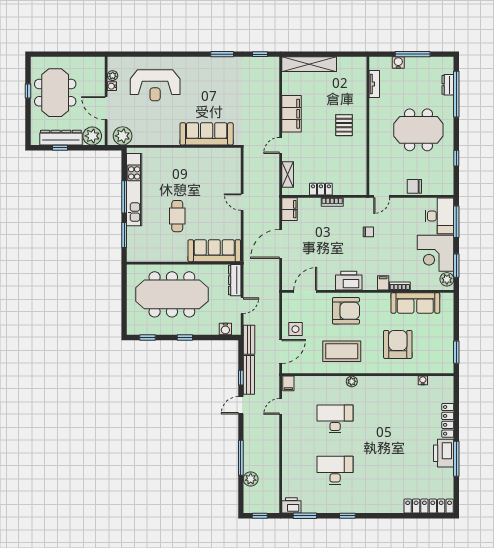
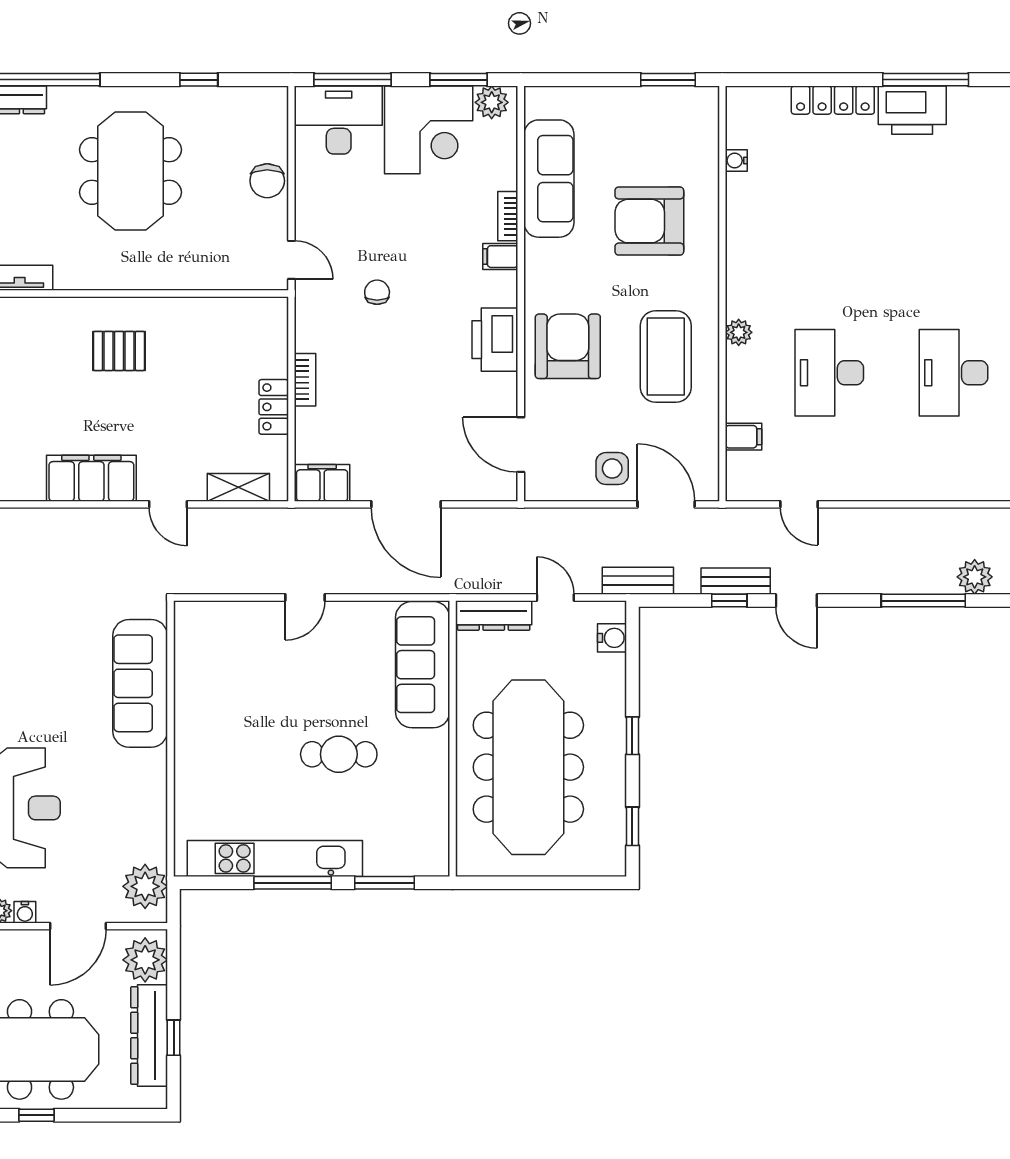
bench: (249, 375) -> (736, 581), width x0.73
filing cabinet: (288, 383) -> (744, 437), moved

